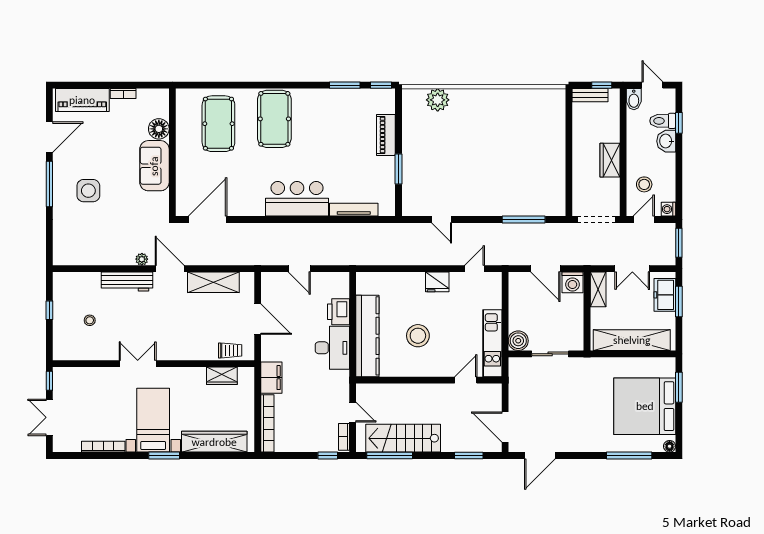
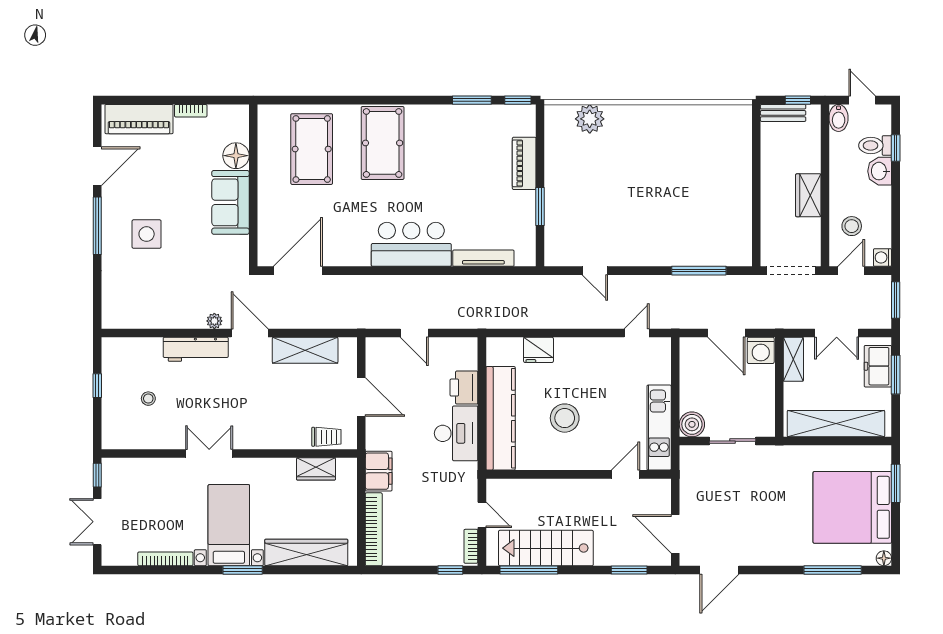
fridge: (437, 282) -> (538, 350), moved

